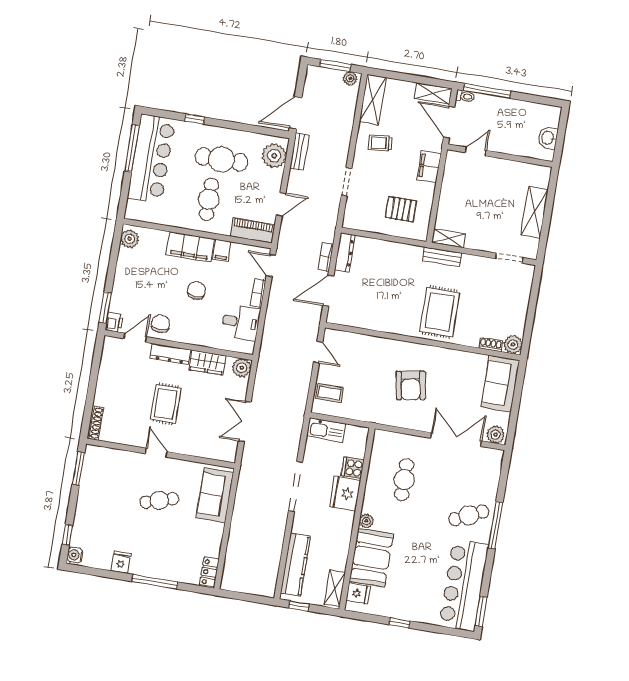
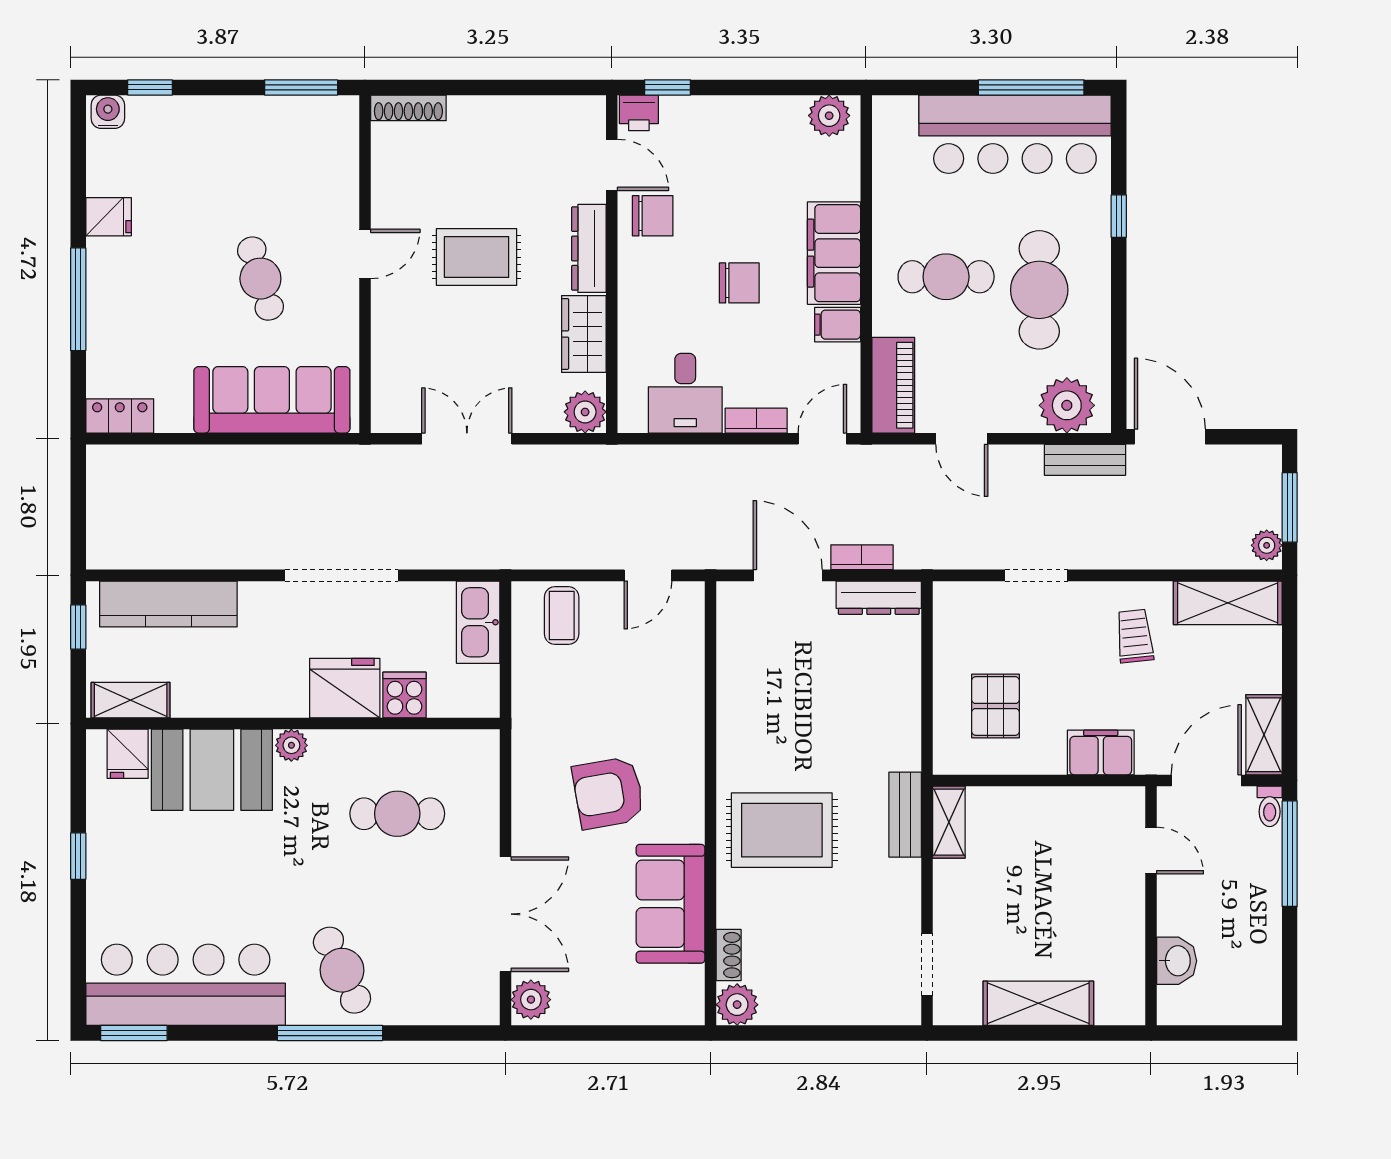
washbasin: (548, 138) -> (1177, 961), moved, turned 90
window: (105, 308) -> (668, 87), width x0.67
sofa: (500, 384) -> (670, 904), moved, turned -90
sofa: (215, 495) -> (272, 400), width x1.36

